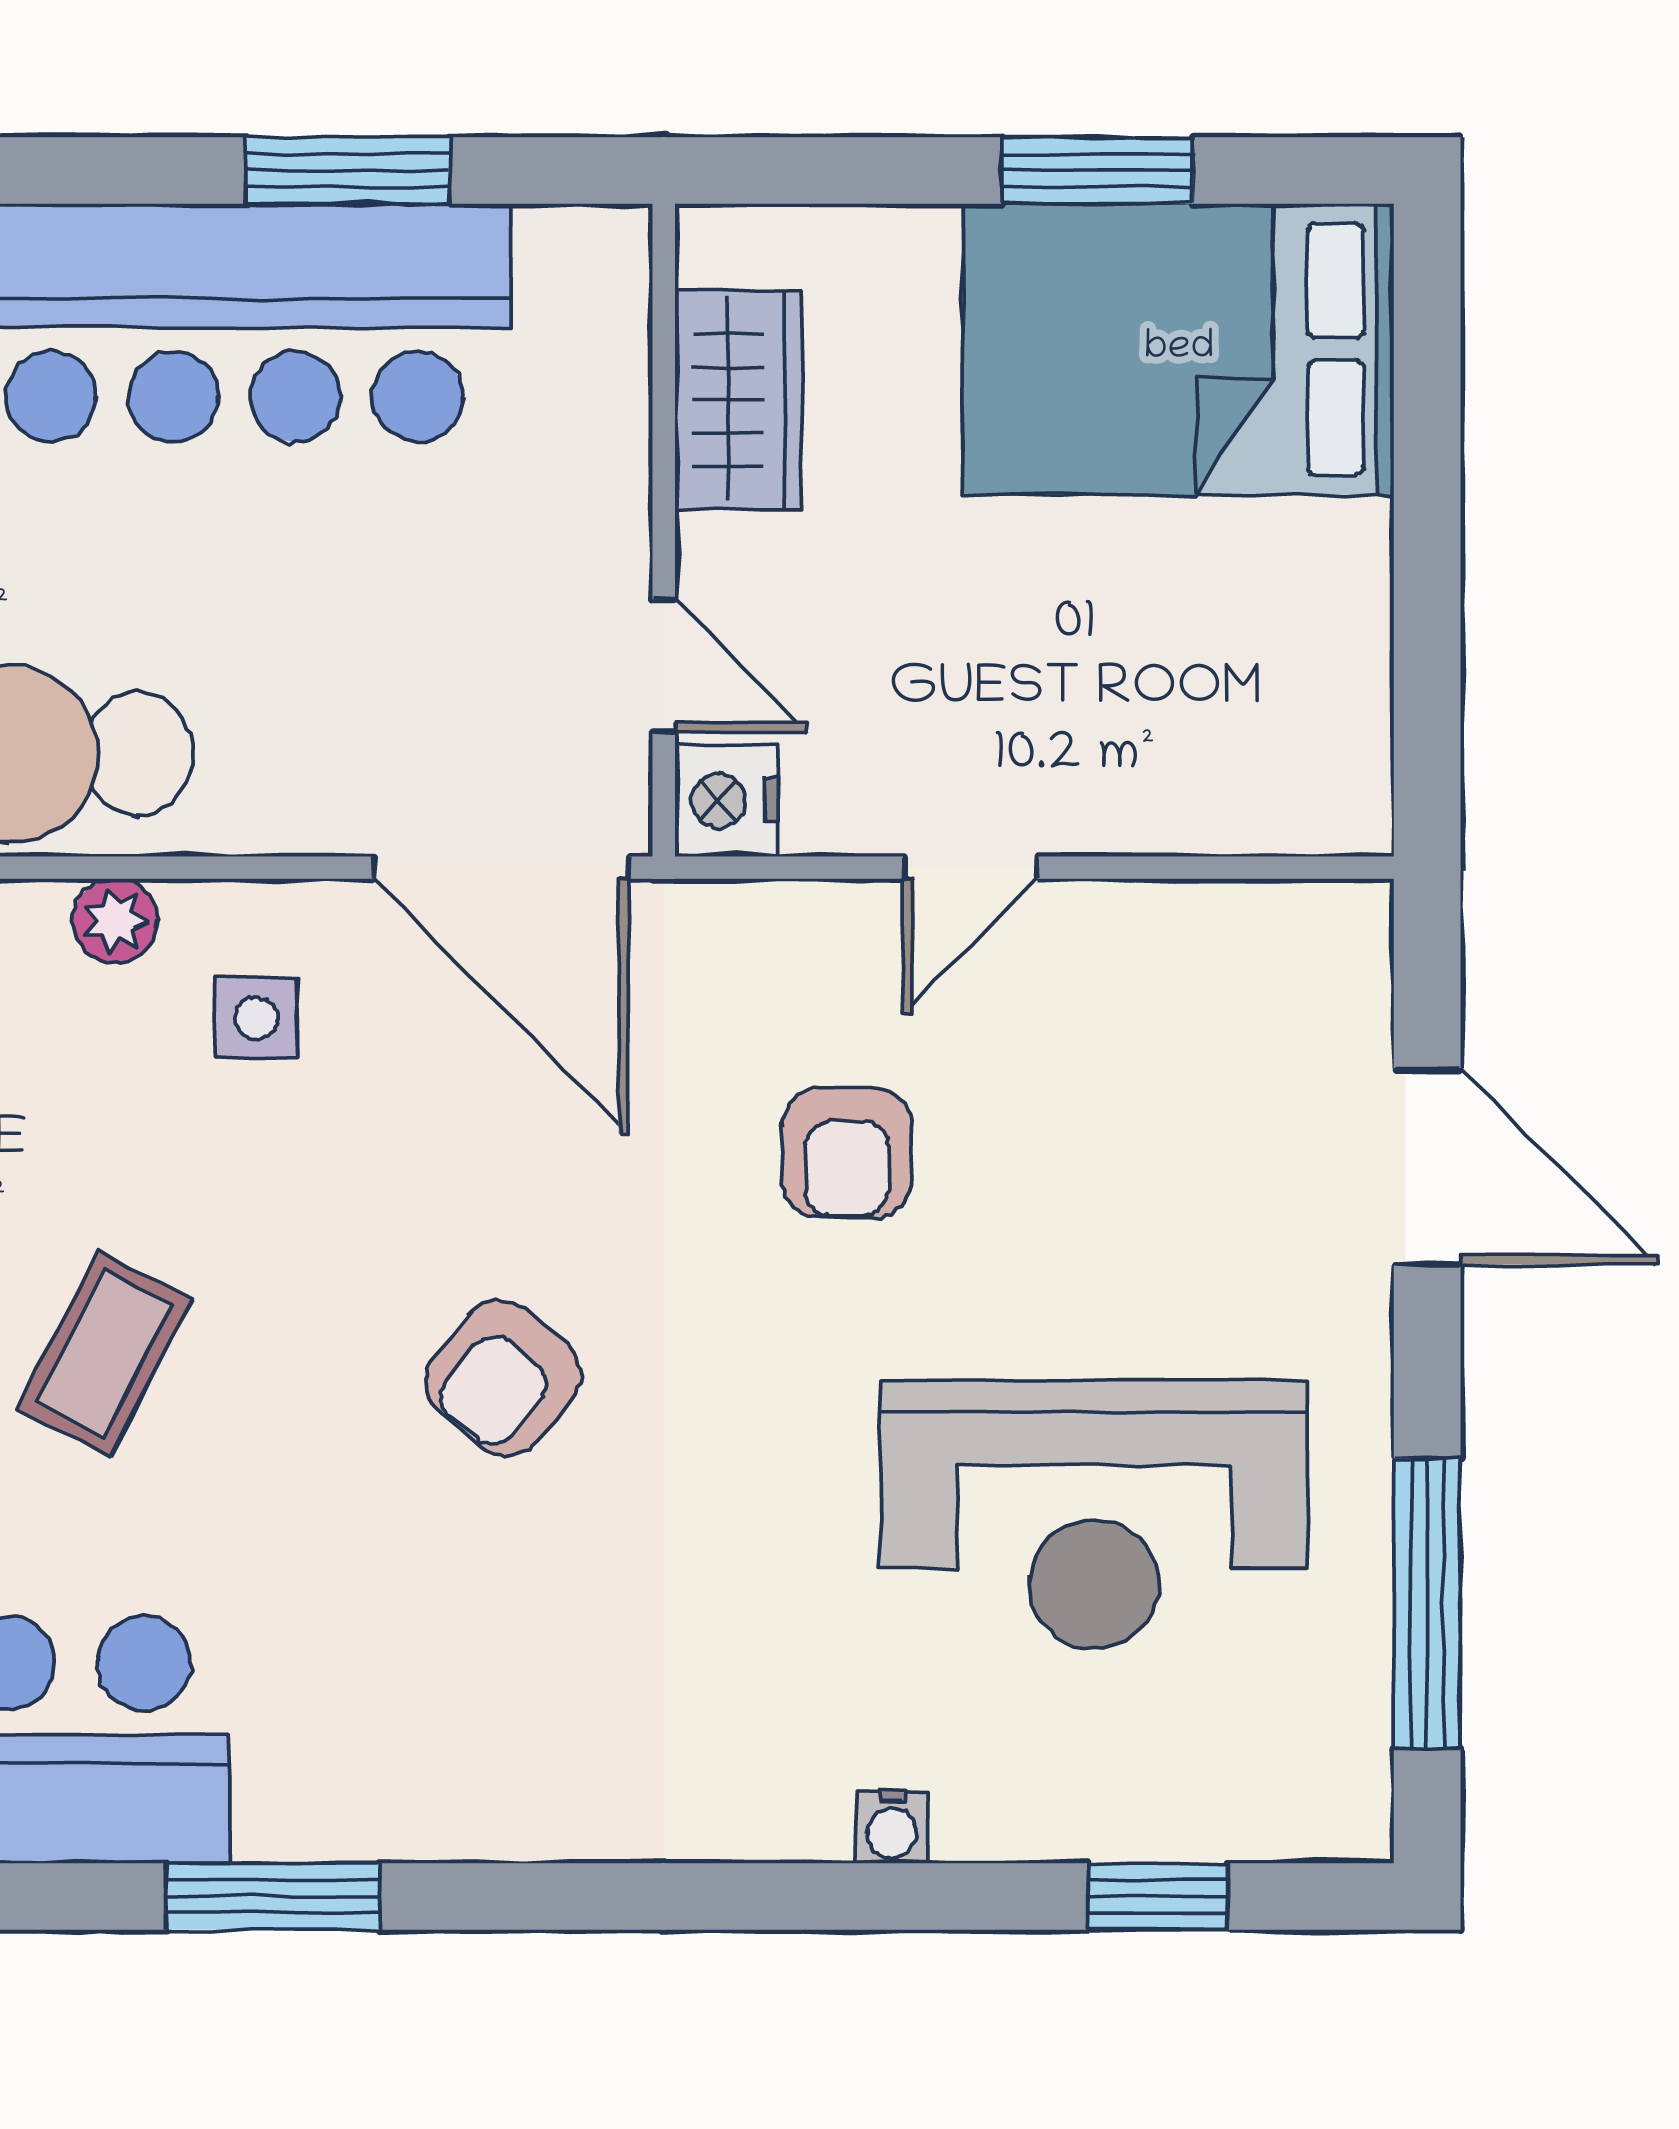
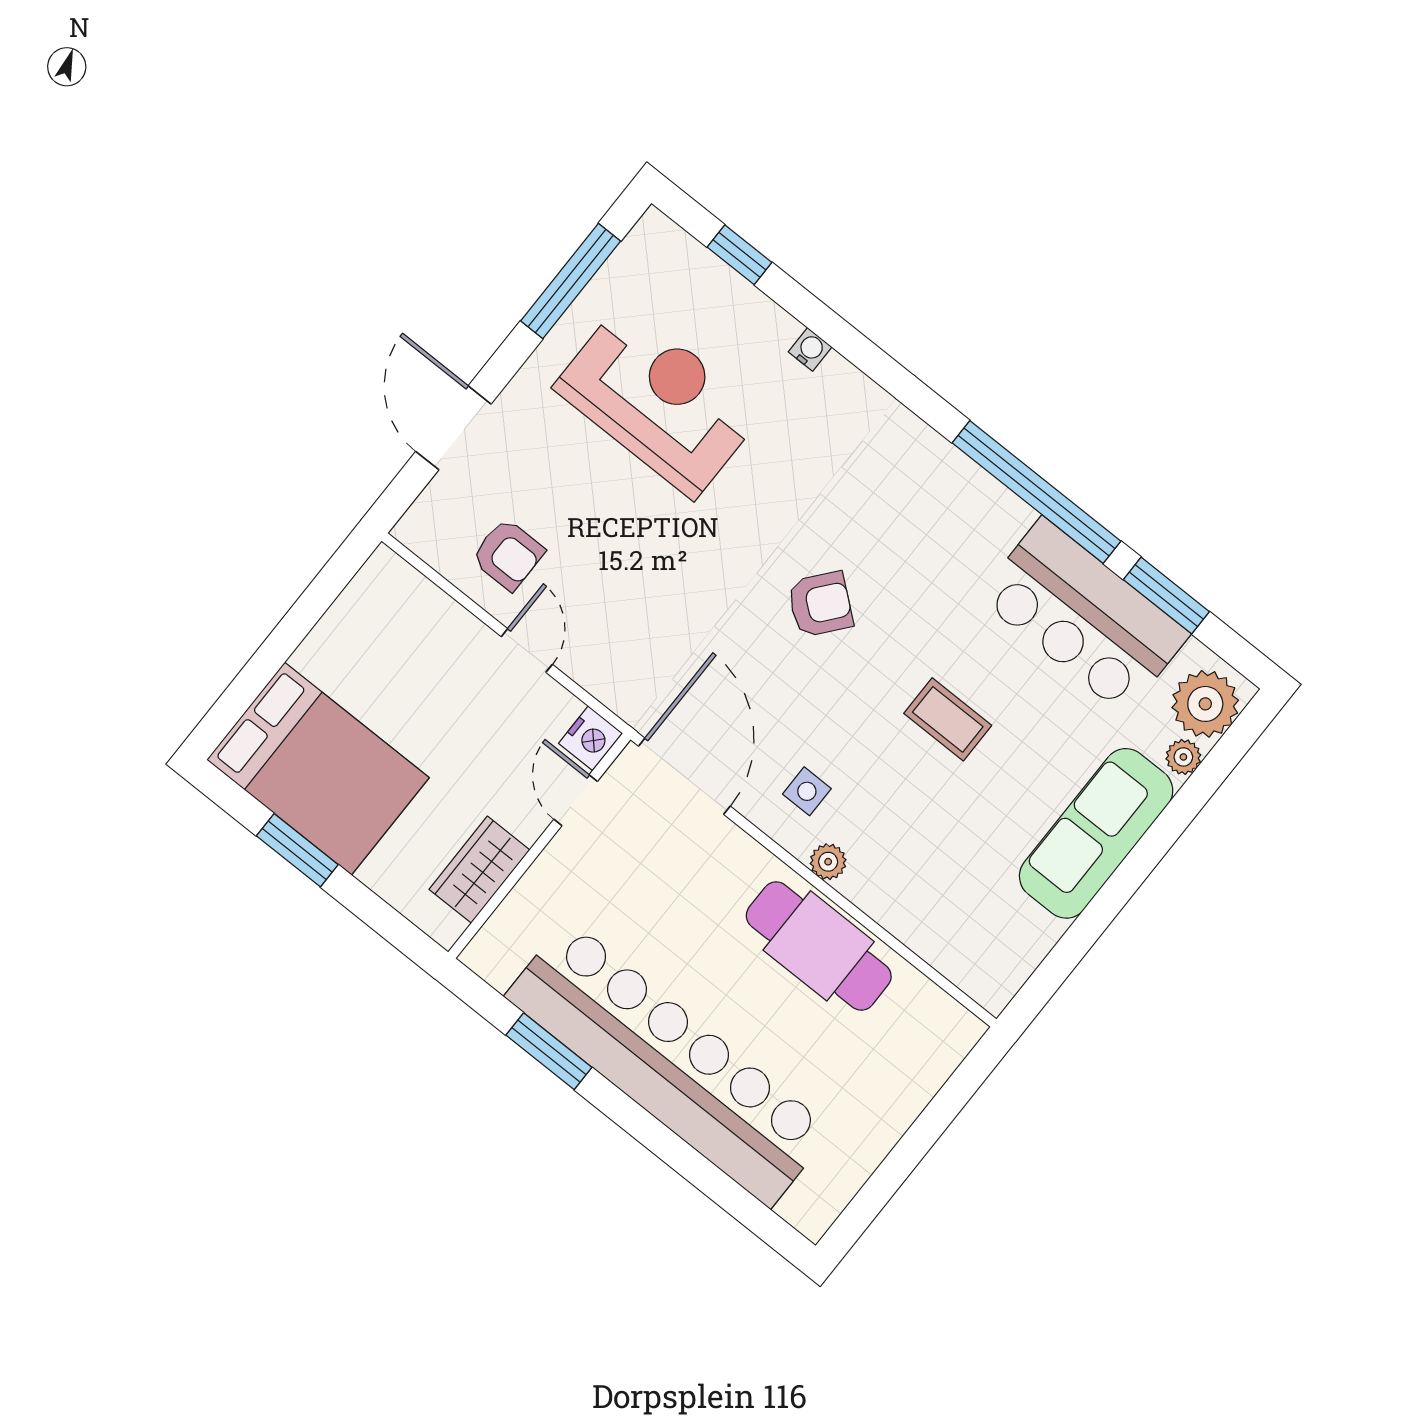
door: (970, 868) -> (527, 650), hinge flipped
armchair: (847, 1153) -> (508, 554), moved, turned 90
coffee table: (104, 1354) -> (948, 719), turned 63
window: (273, 1897) -> (1037, 492), width x2.11

